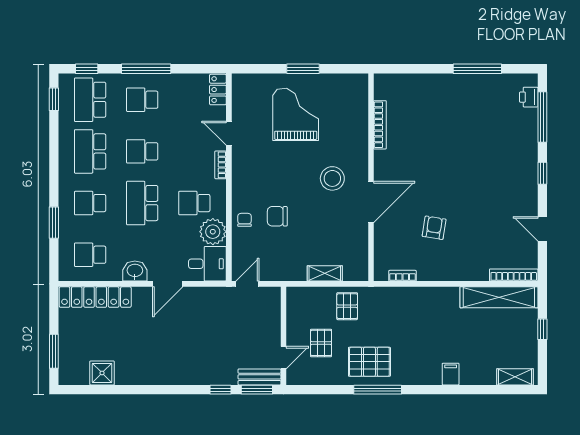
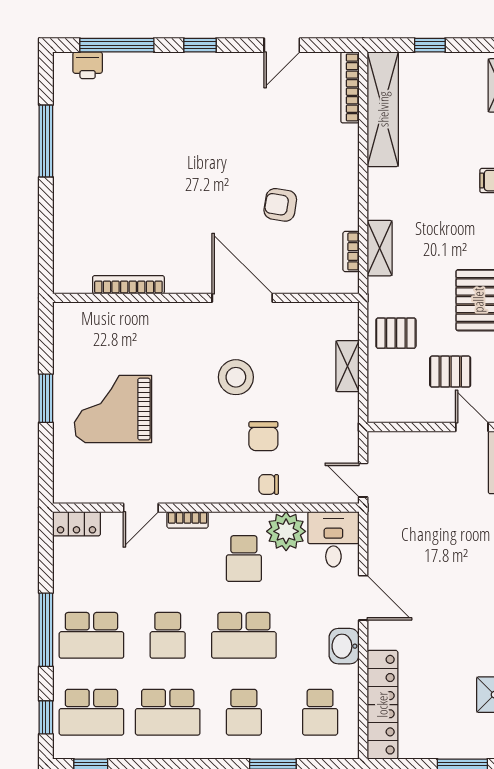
school desk: (142, 100) -> (91, 635), width x1.85
stool: (332, 178) -> (236, 377), moved
shelving: (405, 295) -> (380, 248), added

